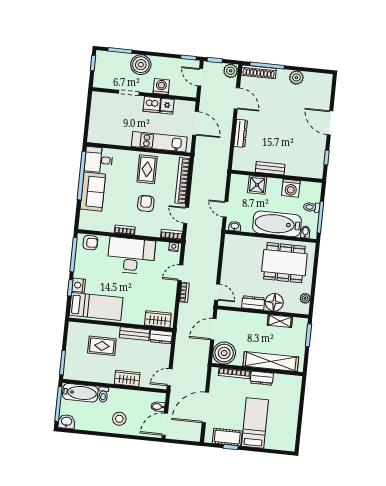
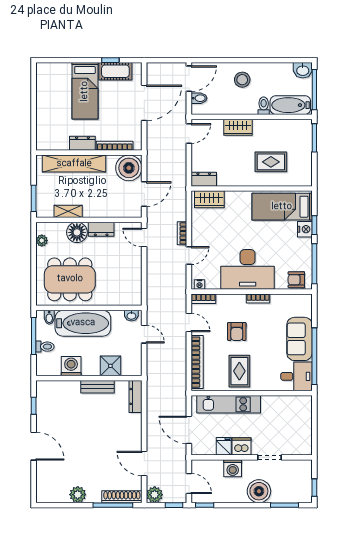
dresser: (241, 133) -> (136, 396), moved
bench: (135, 334) -> (235, 180), removed

